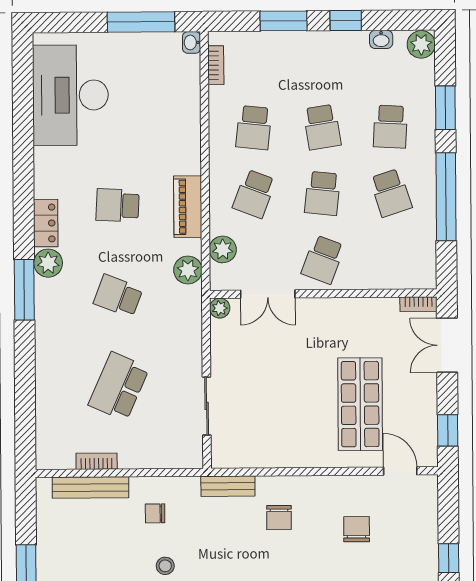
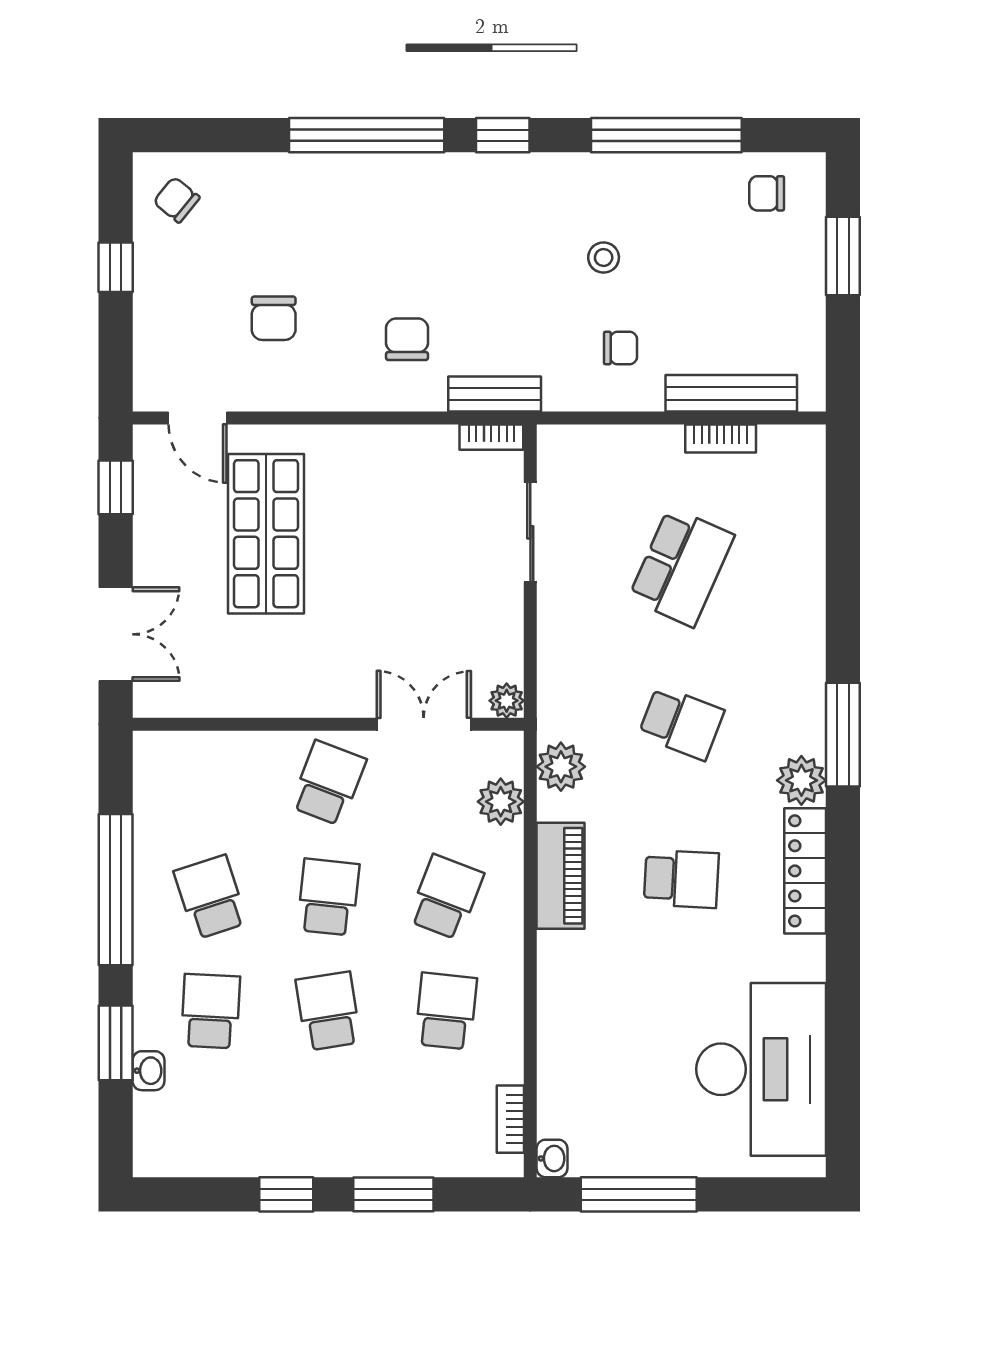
washbasin: (381, 39) -> (148, 1071), moved, turned 90
plant: (421, 44) -> (157, 1152), removed
locker: (46, 223) -> (805, 871), width x1.53
bookcase: (418, 304) -> (491, 437), moved, turned 180

